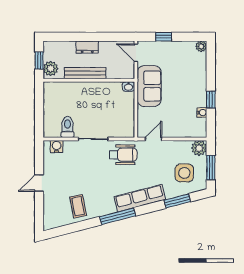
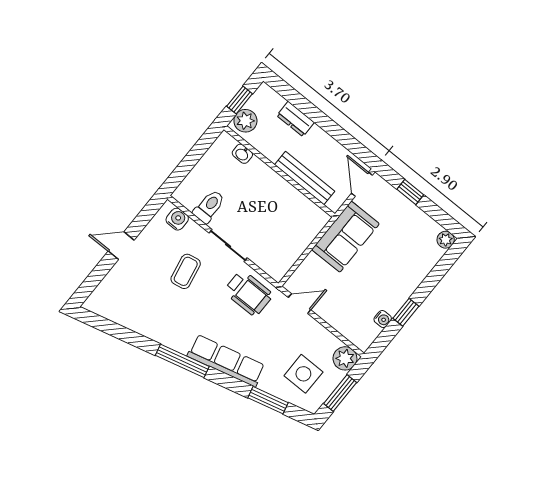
dresser: (87, 47) -> (296, 119), moved
bench: (85, 73) -> (305, 178), moved
washbasin: (129, 87) -> (242, 154), moved
coffee table: (78, 206) -> (186, 271), moved

